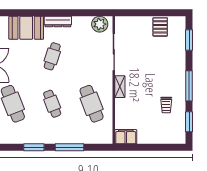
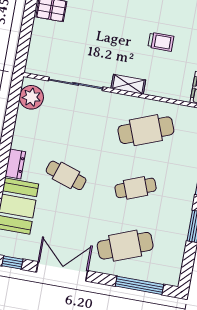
dresser: (58, 21) -> (15, 164), width x0.70
trolley: (166, 105) -> (161, 42), moved

